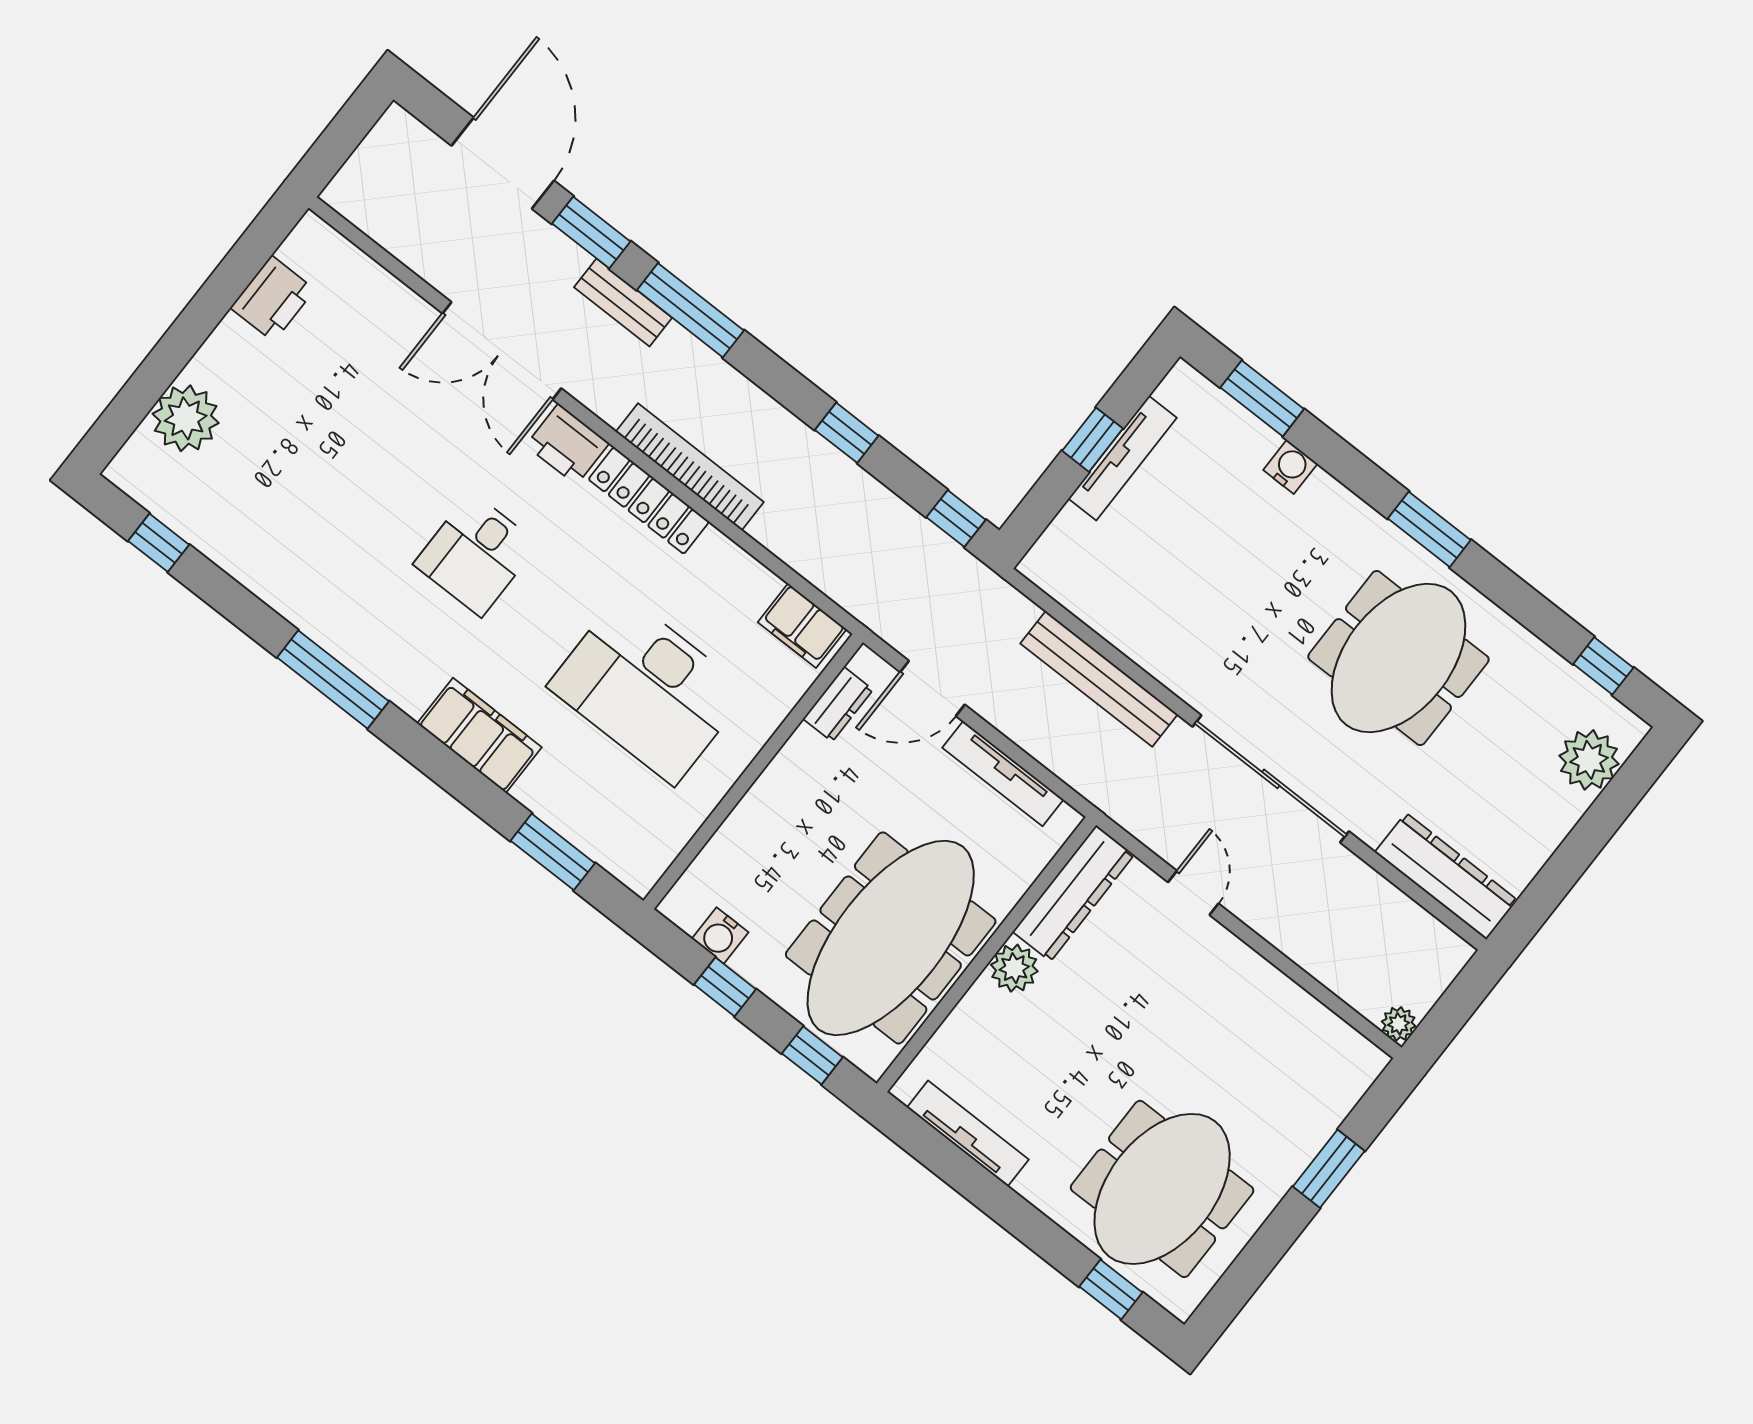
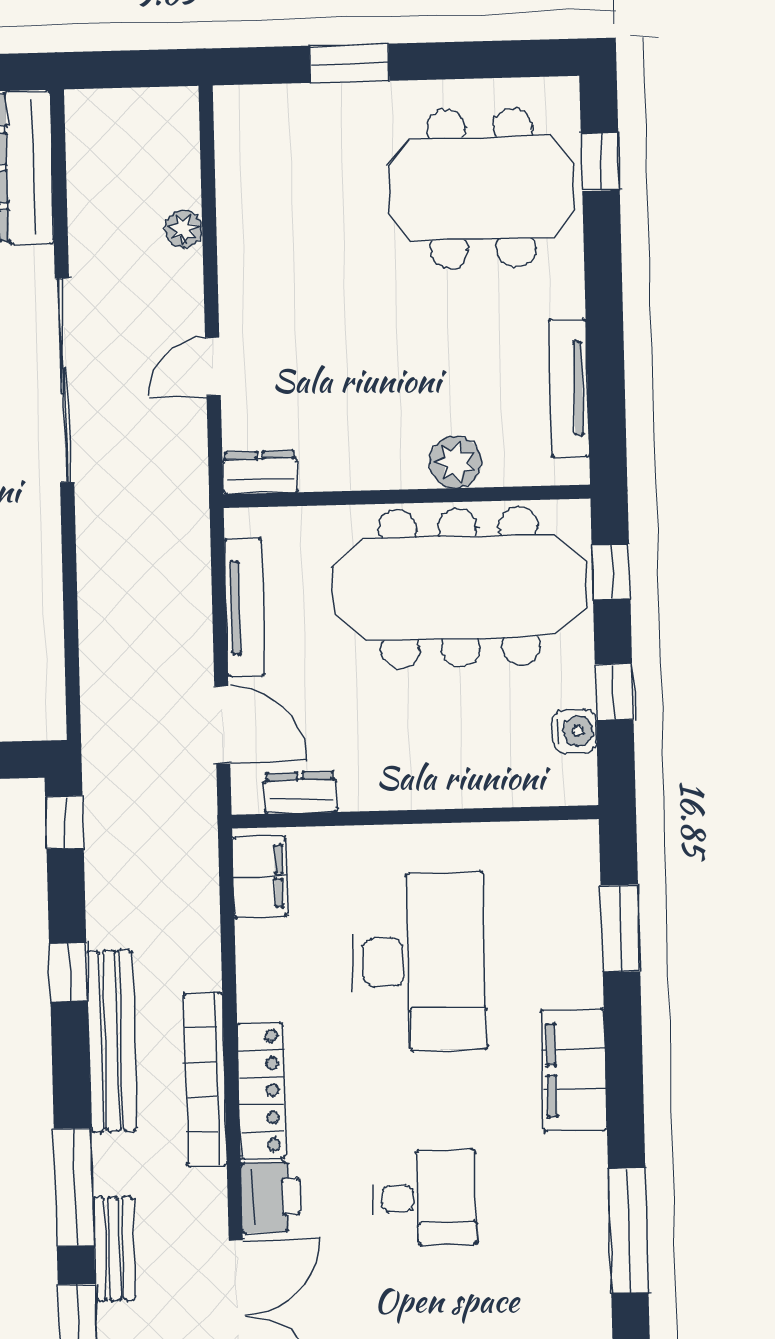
bench: (1099, 679) -> (111, 1041), moved
dresser: (1073, 893) -> (260, 472), width x0.51, depth x0.80
plant: (1014, 968) -> (455, 462), moved
plant: (1399, 1024) -> (184, 229), moved

